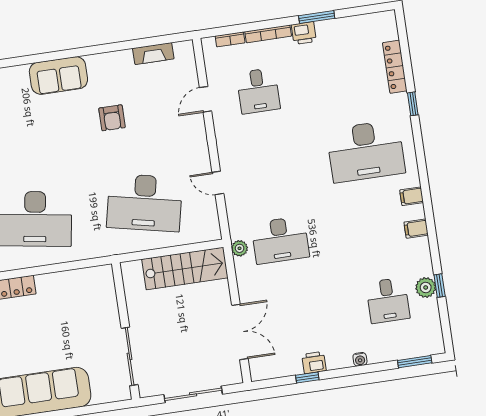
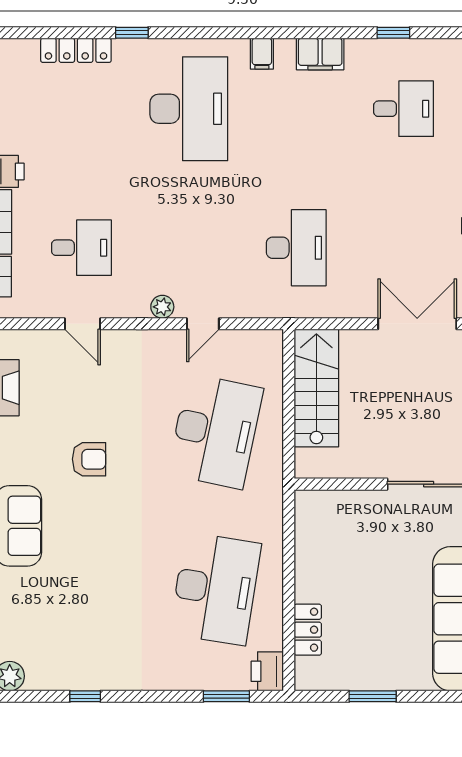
filing cabinet: (416, 229) -> (320, 54), width x2.00
plant: (240, 248) -> (162, 307), moved
plant: (426, 287) -> (393, 53), removed

